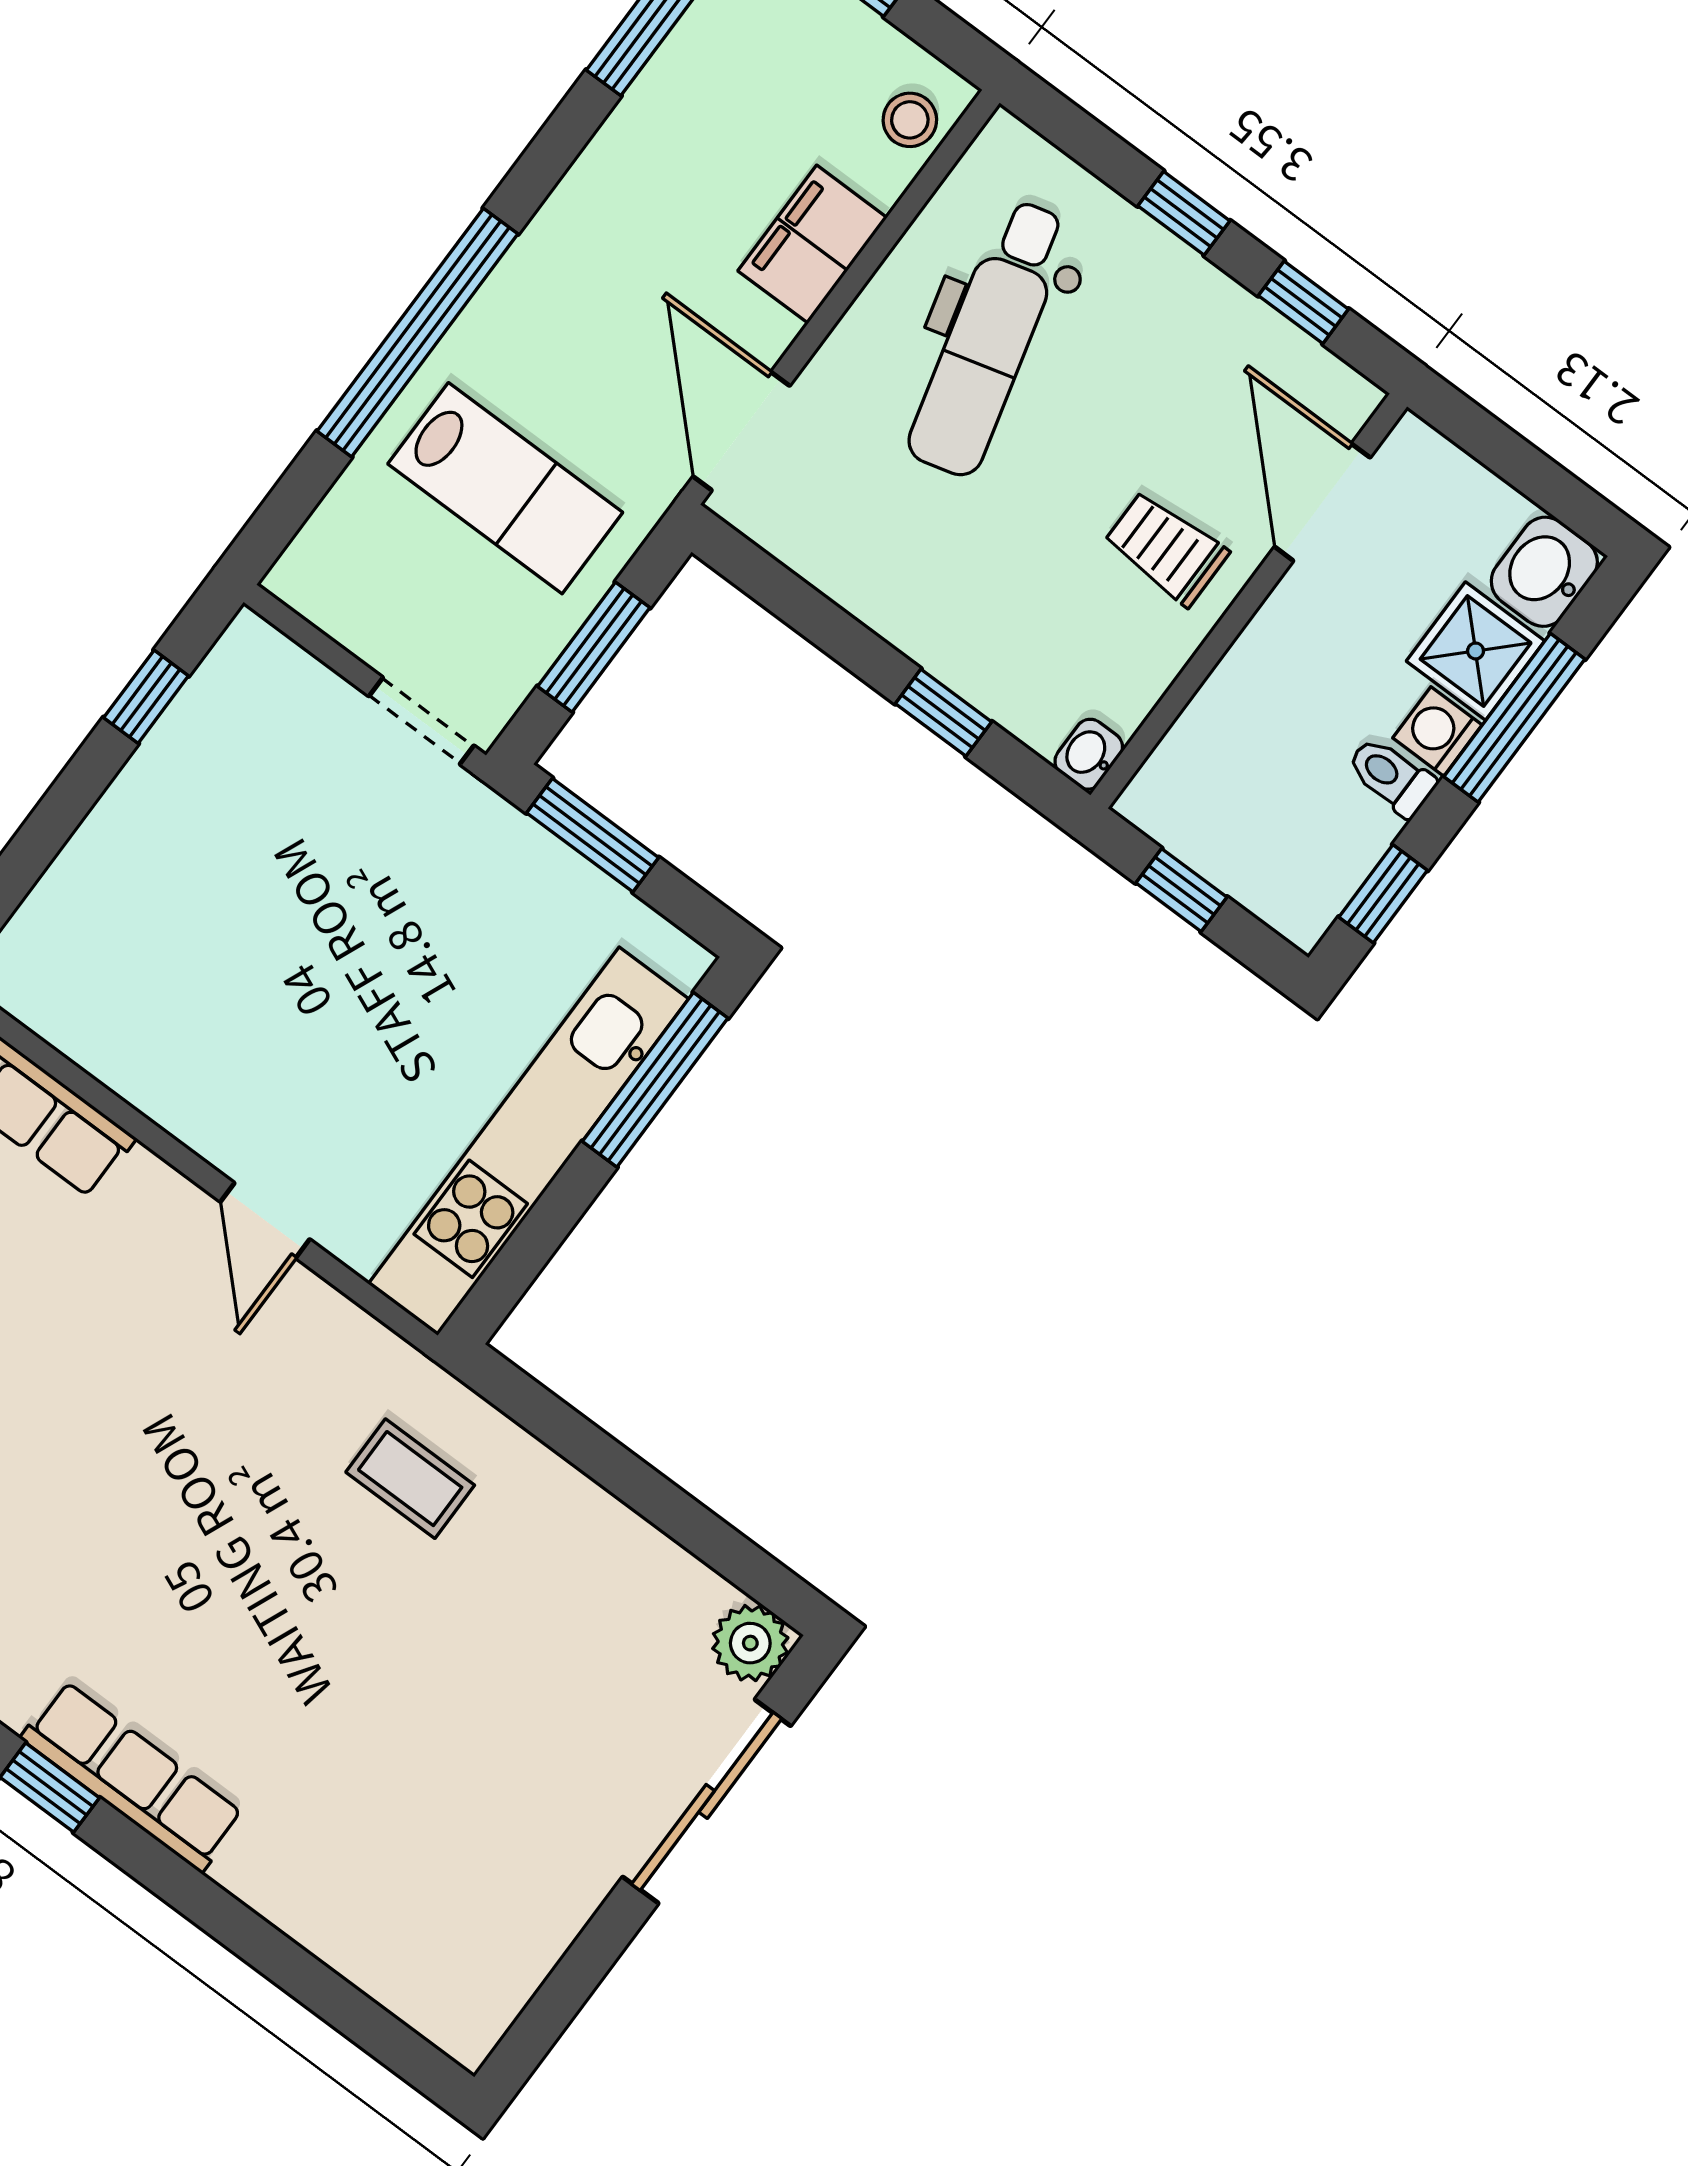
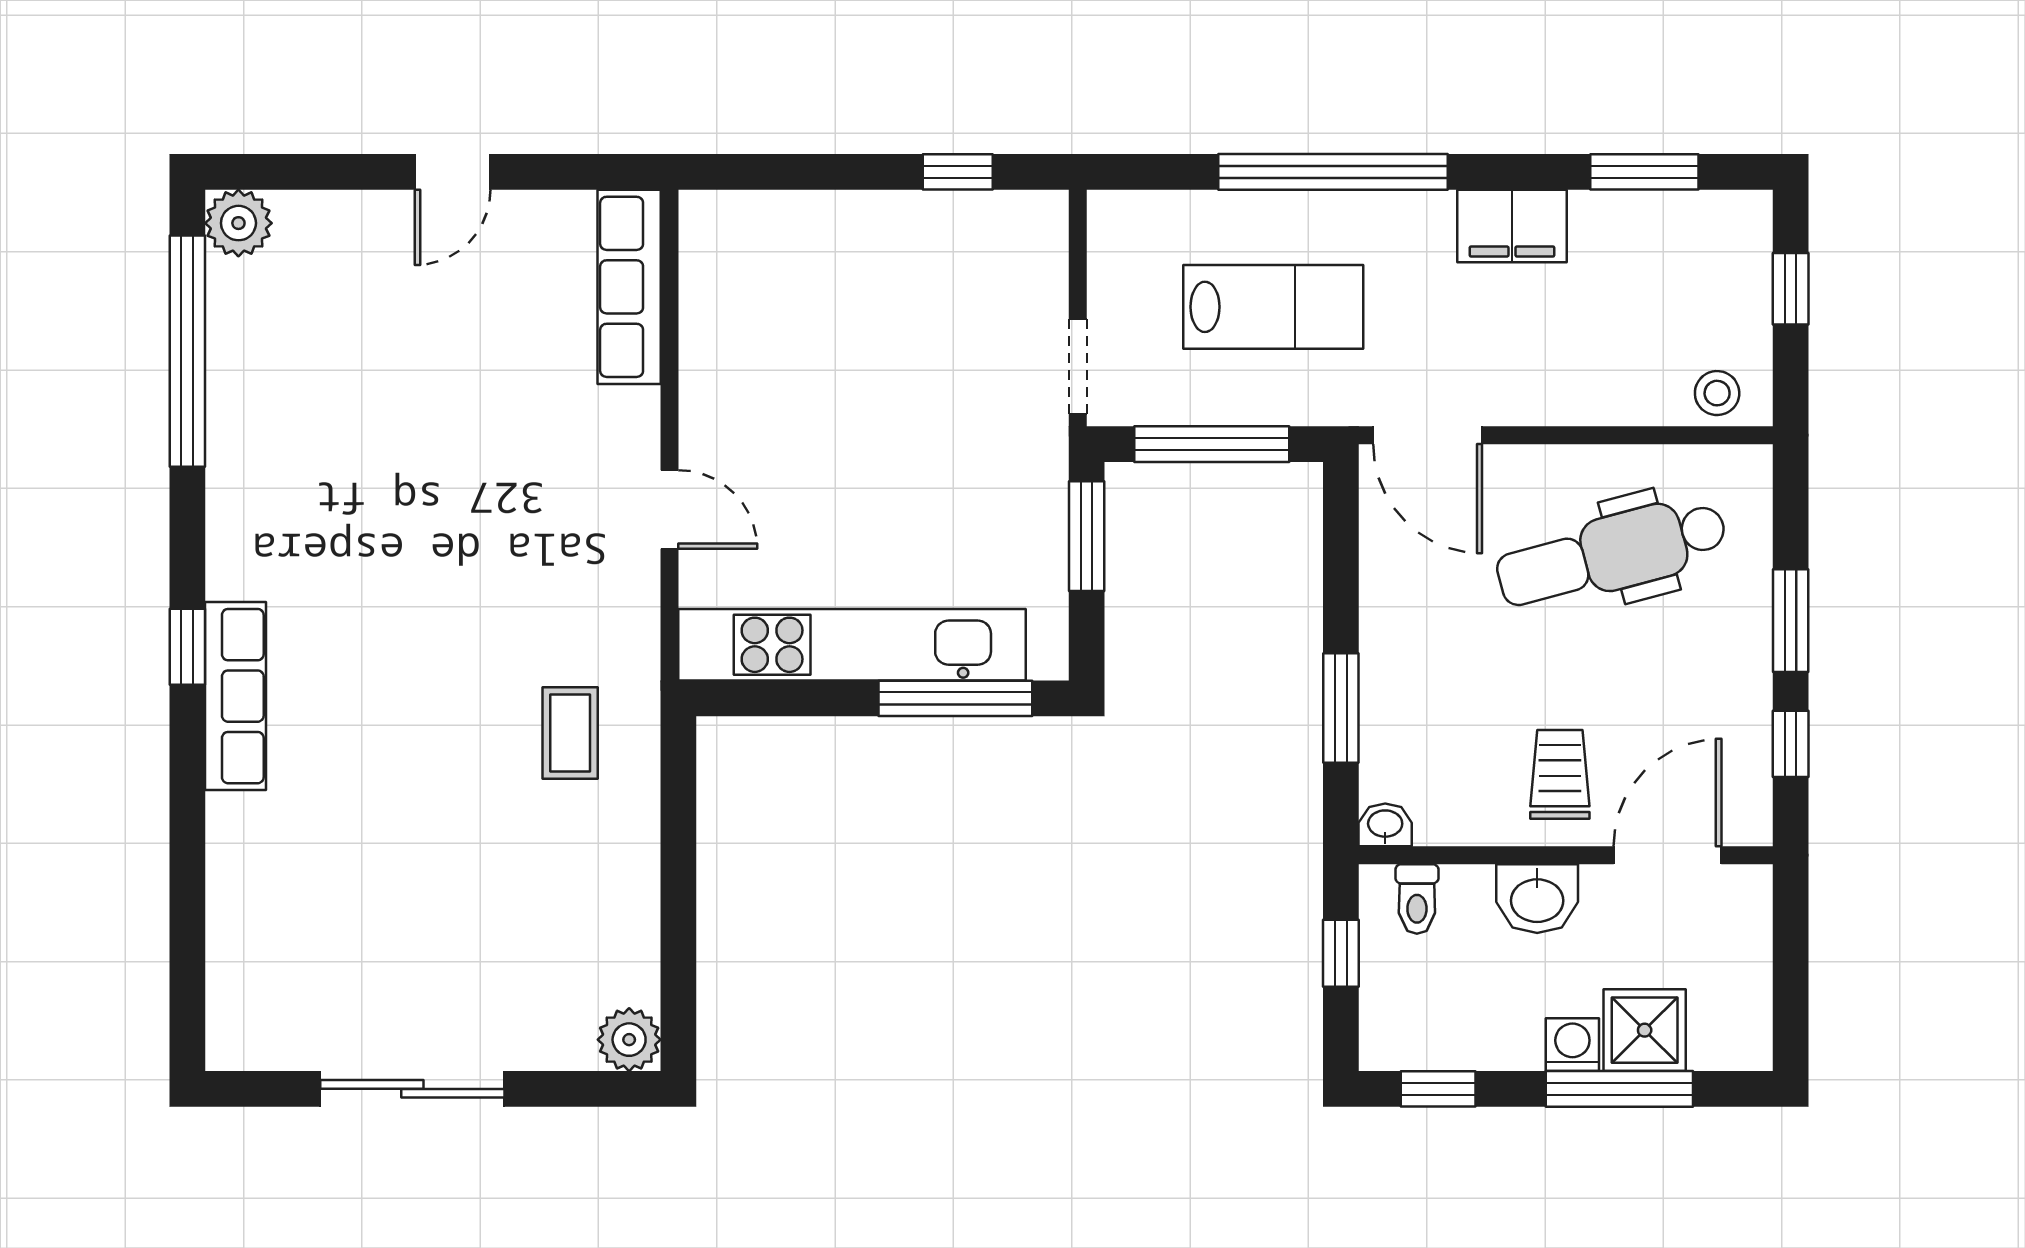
window: (1184, 213) -> (1791, 621), width x1.50
filing cabinet: (812, 244) -> (1512, 226), moved, turned 180
door: (741, 431) -> (1428, 435), swing flipped
lab bench: (505, 488) -> (1273, 307), turned -90
washbasin: (1544, 572) -> (1537, 899), moved, turned 180
window: (594, 647) -> (1212, 444), width x1.44
window: (943, 713) -> (1341, 708), width x1.50
toilet: (1391, 776) -> (1417, 899), moved, turned 180
door: (265, 1220) -> (669, 509), swing flipped
sliding door: (707, 1801) -> (412, 1089), moved

